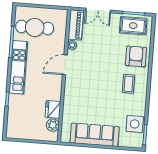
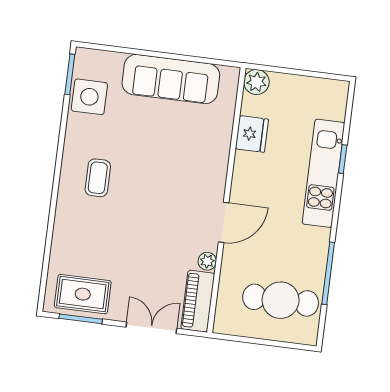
armchair: (136, 56) -> (80, 232), removed
kitchen unit: (18, 67) -> (323, 173), moved
plant: (53, 125) -> (256, 82), moved

